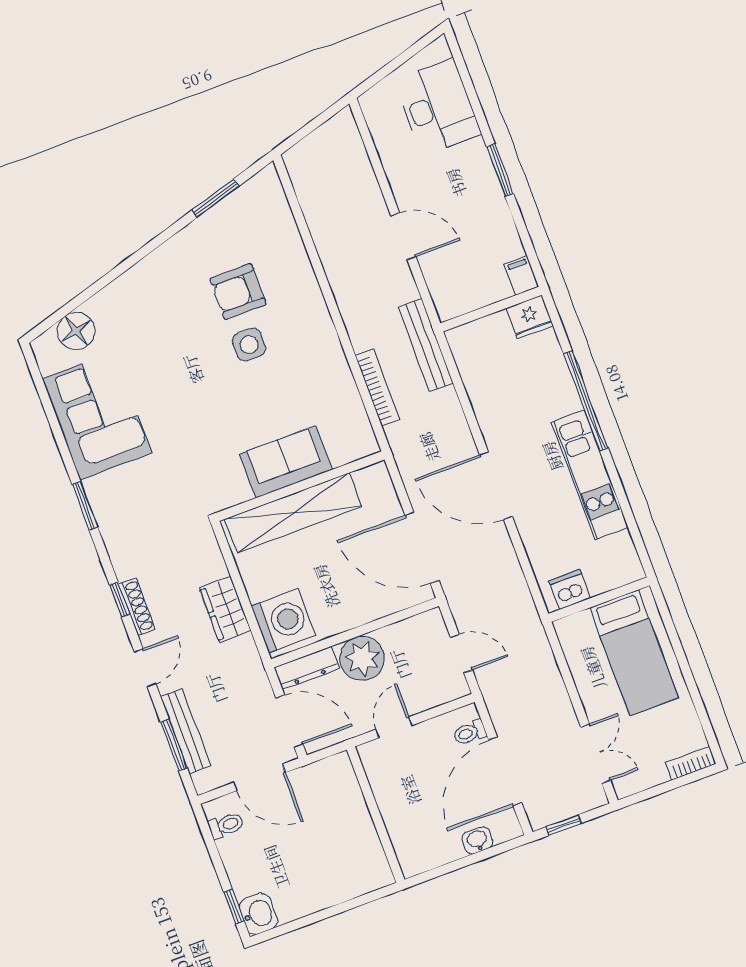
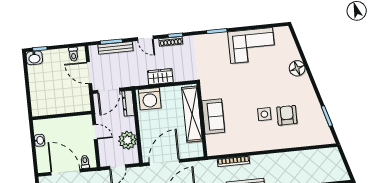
floor lamp: (76, 331) -> (297, 68), moved
plant: (362, 658) -> (128, 140), moved
door: (260, 777) -> (89, 73), hinge flipped
washbasin: (477, 840) -> (39, 140), moved

